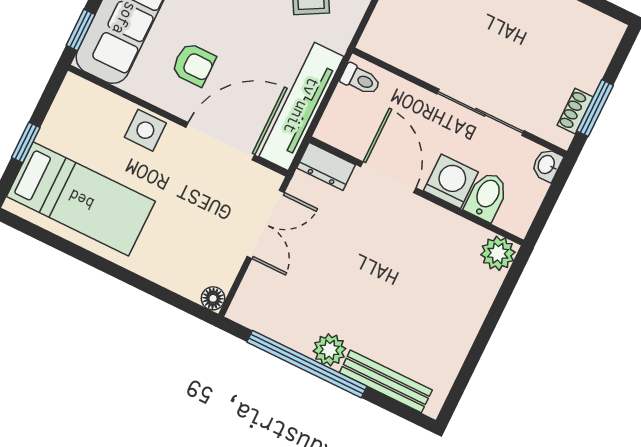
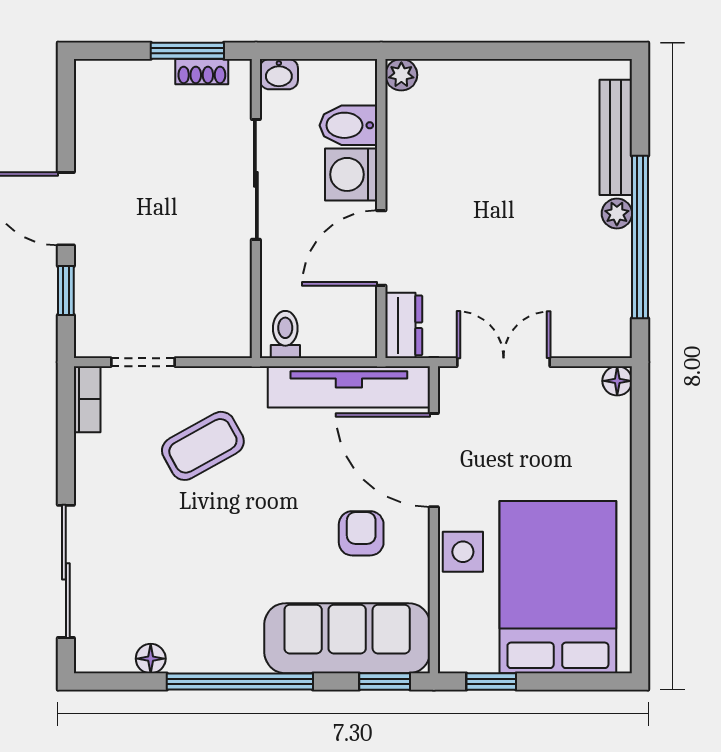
window: (26, 142) -> (491, 682), moved
bed: (81, 199) -> (558, 587), width x1.50
plant: (498, 253) -> (401, 75), width x0.73, depth x0.73
plant: (329, 350) -> (617, 214), width x0.73, depth x0.73

